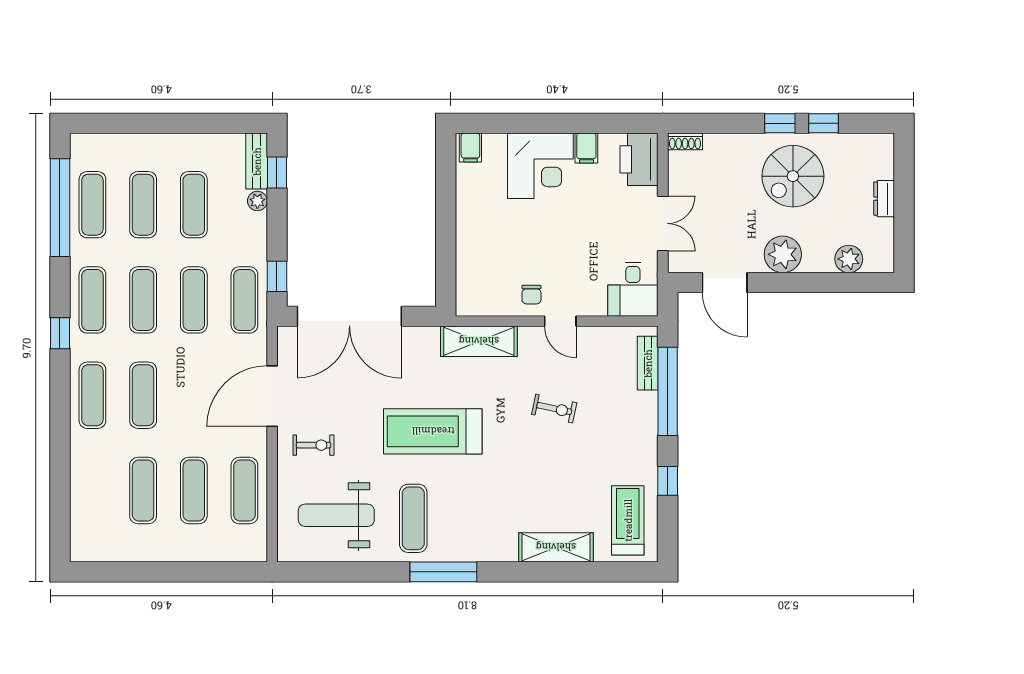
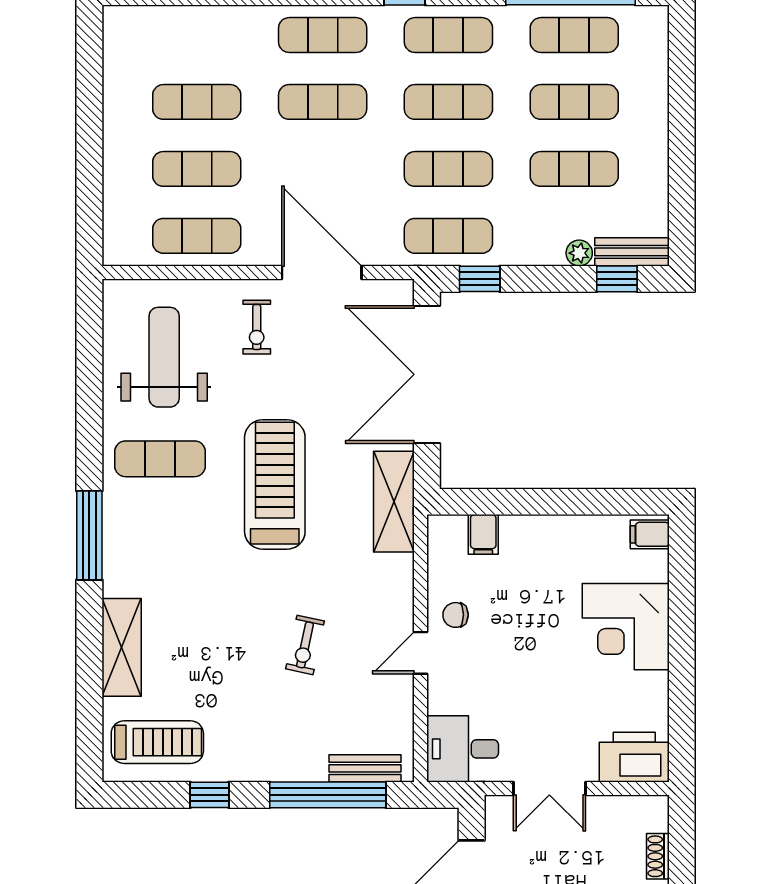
shoe rack: (685, 141) -> (658, 856), moved
filing cabinet: (586, 148) -> (483, 534), moved, turned -90
shelving: (479, 341) -> (394, 502), moved
window: (443, 572) -> (89, 535), moved

